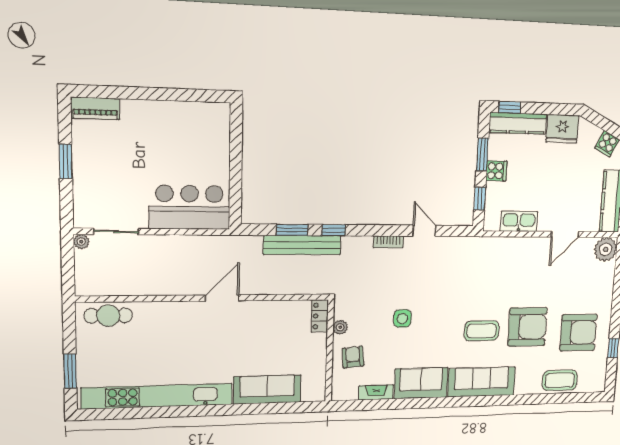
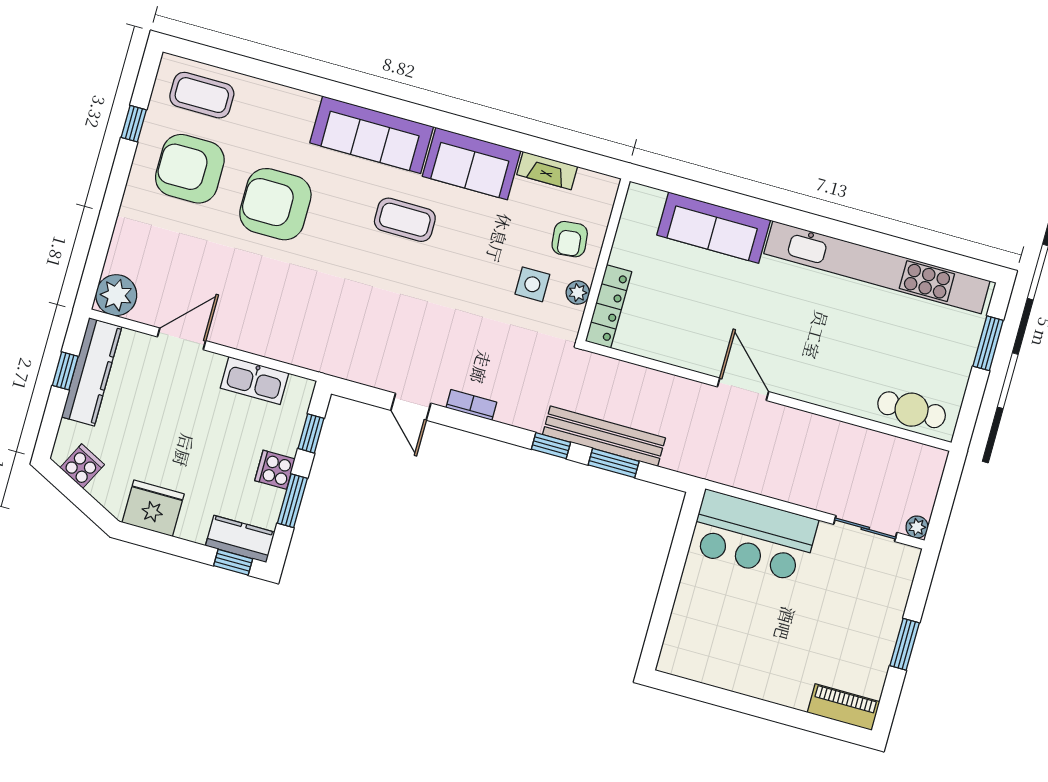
kitchen counter: (518, 123) -> (240, 539), width x0.67
door: (222, 298) -> (743, 389), swing flipped
locker: (320, 316) -> (608, 306), width x1.53
side table: (402, 318) -> (532, 284), moved
coffee table: (482, 331) -> (405, 220), moved
coffee table: (560, 380) -> (202, 95), moved

